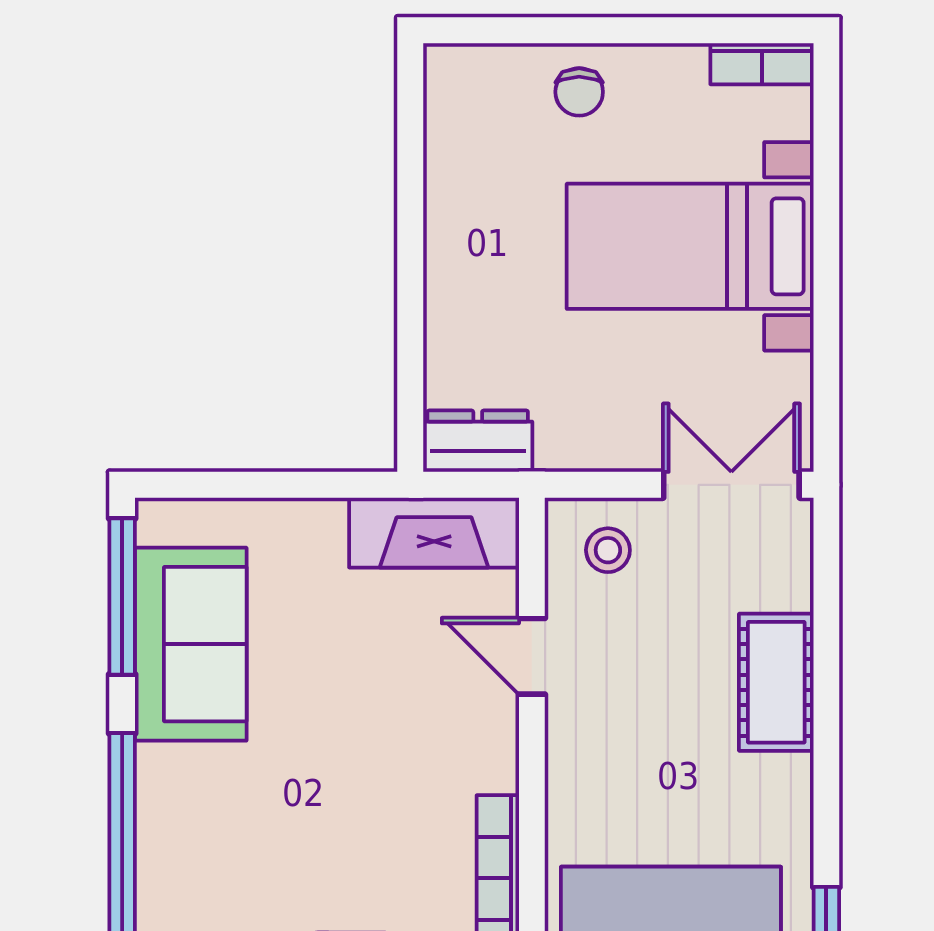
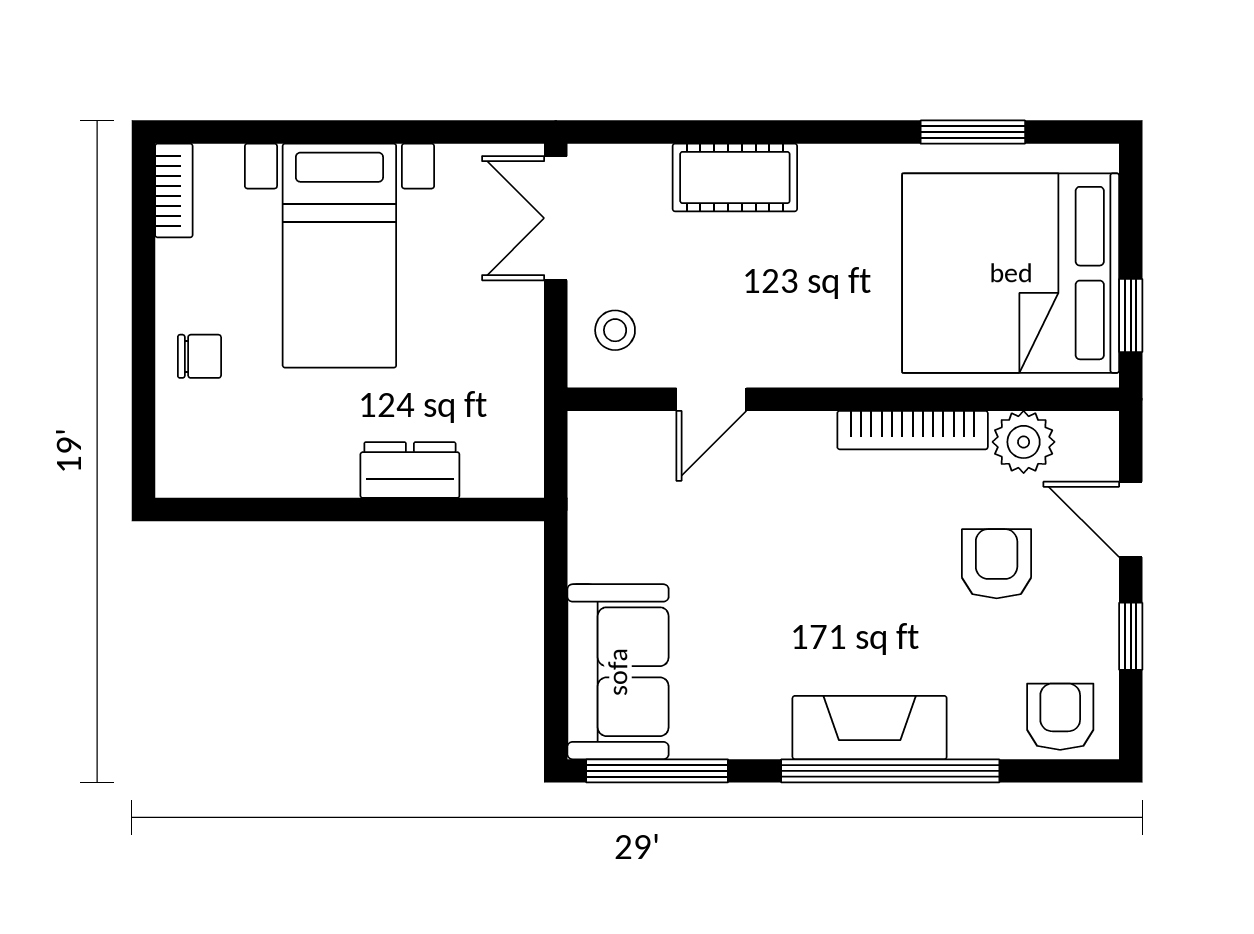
dresser: (478, 441) -> (410, 470), moved, turned 90
fireplace: (434, 533) -> (870, 728), moved, turned -90
sofa: (191, 644) -> (618, 672), moved, turned 90

